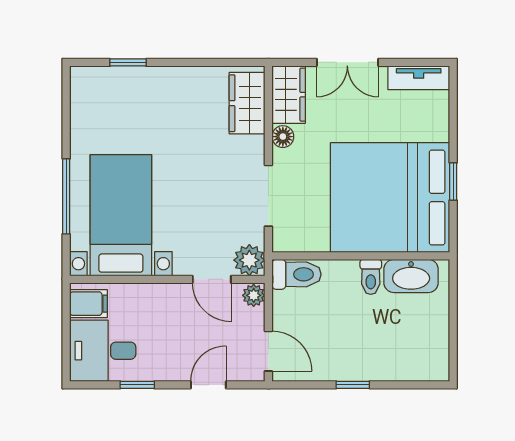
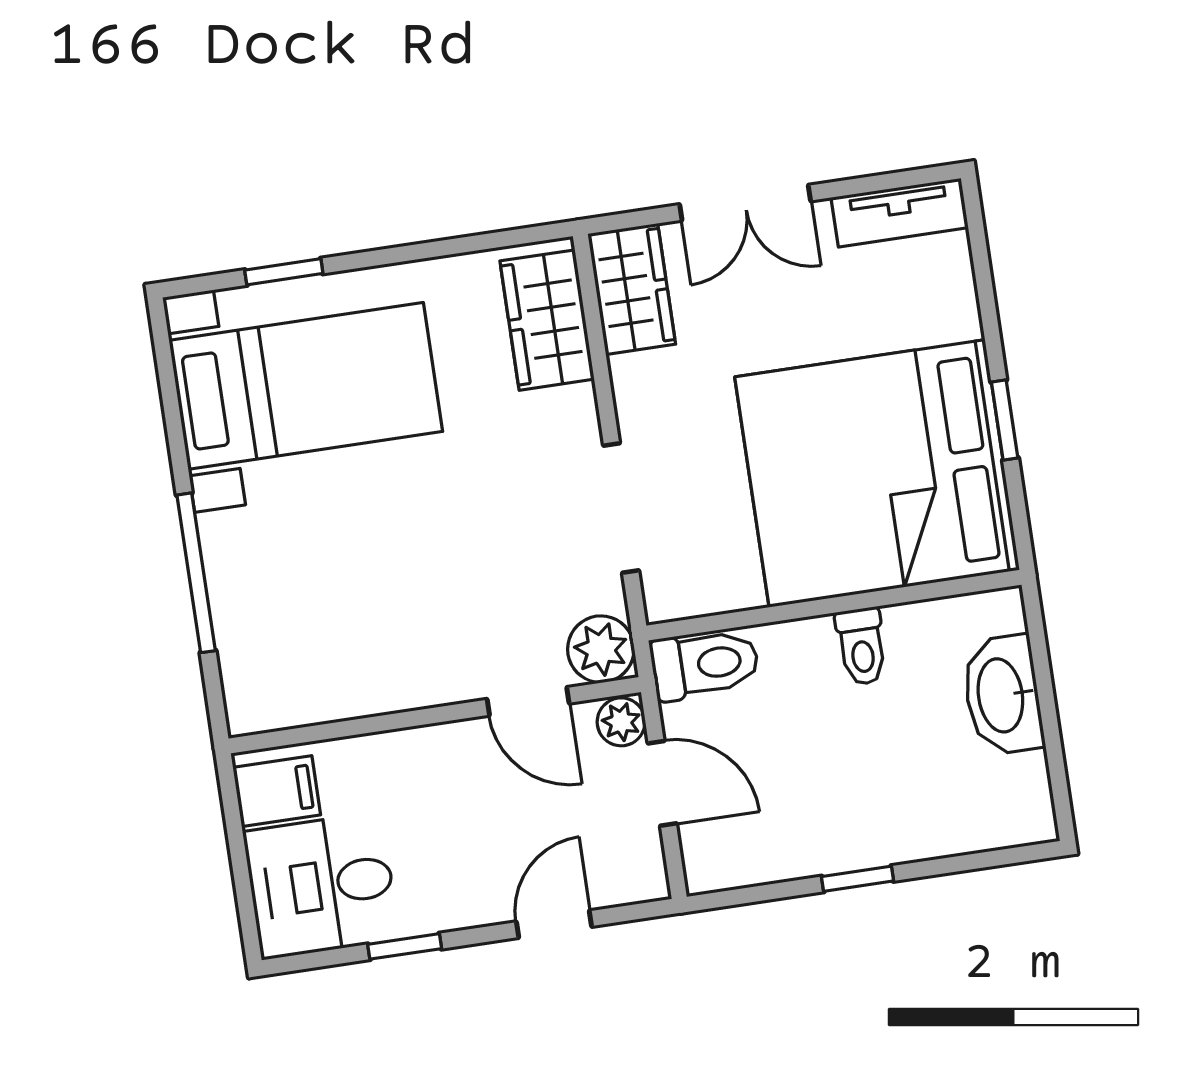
floor lamp: (283, 137) -> (633, 379), removed
bed with nightstands: (121, 215) -> (306, 386), moved, turned 90
washbasin: (411, 276) -> (1003, 695), moved, turned 90
door: (268, 351) -> (662, 783), moved

